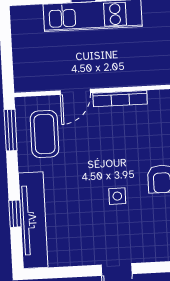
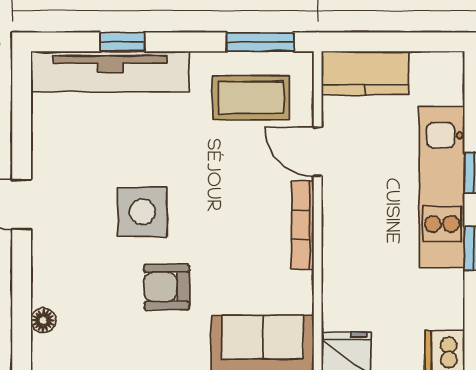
kitchen counter: (26, 66) -> (365, 73), added
side table: (117, 196) -> (142, 212), width x1.87, depth x1.87

